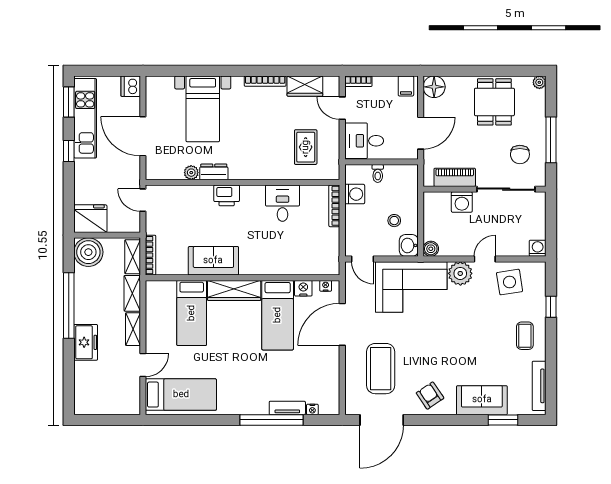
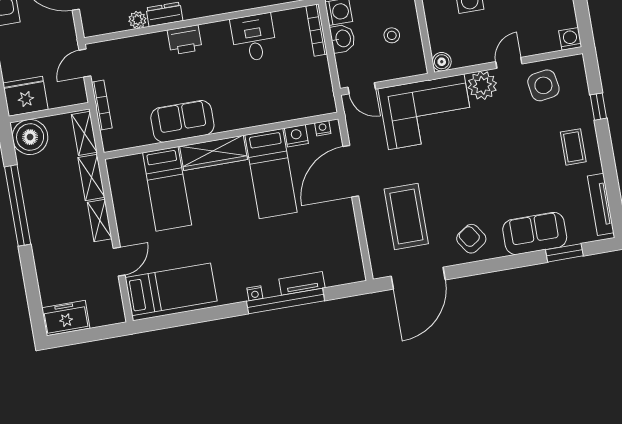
door: (143, 200) -> (85, 63), hinge flipped
washbasin: (409, 245) -> (343, 39), moved, turned 180
bookcase: (151, 255) -> (102, 105), moved
freezer: (86, 342) -> (66, 318), moved, turned -90
nightstand: (312, 409) -> (255, 293), moved

